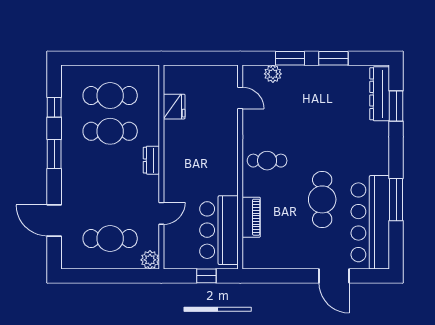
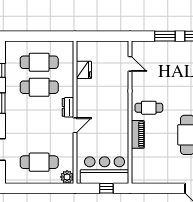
plant: (273, 74) -> (153, 47), removed
door: (161, 213) -> (75, 125), moved
piano: (251, 217) -> (138, 134), moved
bar counter: (219, 230) -> (105, 170), moved, turned 90

